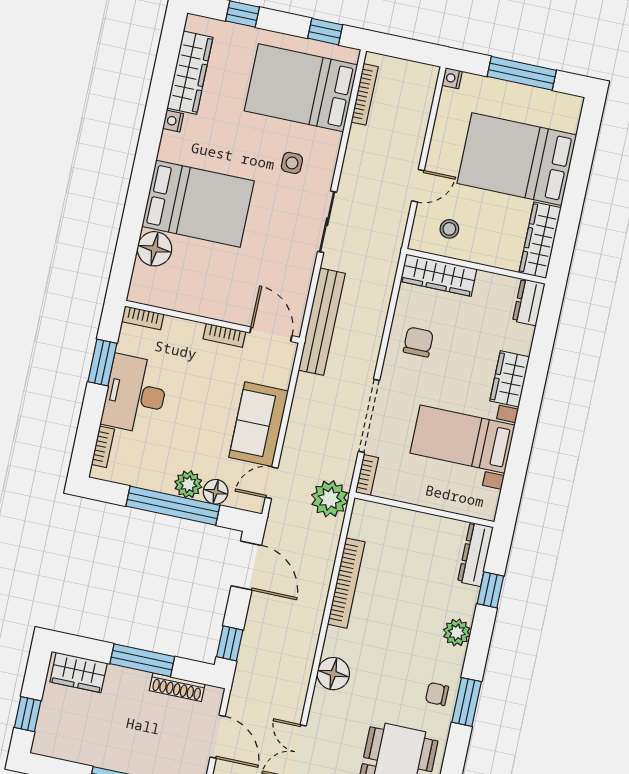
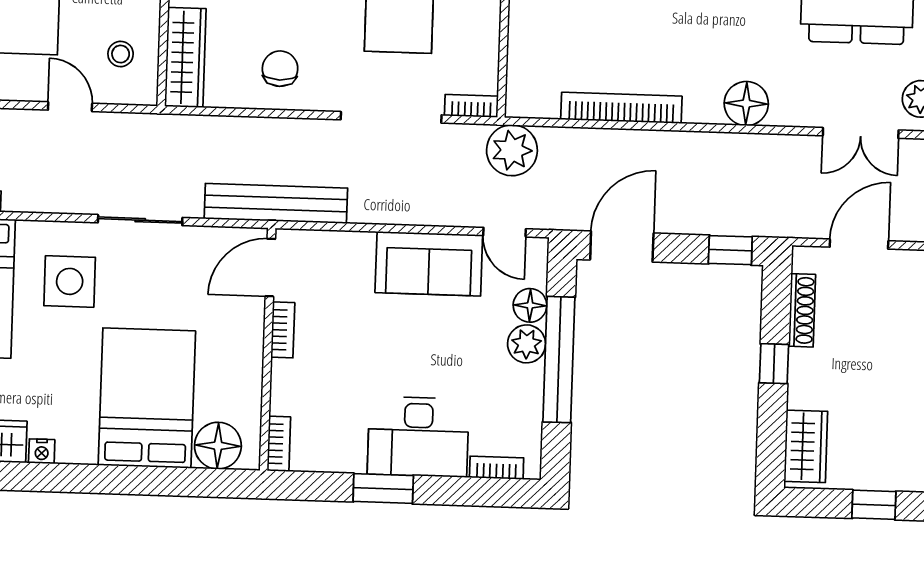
side table: (292, 163) -> (70, 281), width x1.87, depth x1.87
bookcase: (143, 318) -> (279, 444), moved
wall: (212, 322) -> (268, 349), moved
door: (271, 334) -> (270, 268), moved
bookcase: (224, 335) -> (283, 330), moved
chair: (418, 342) -> (280, 69), turned 90
window: (142, 660) -> (774, 364), width x0.46

